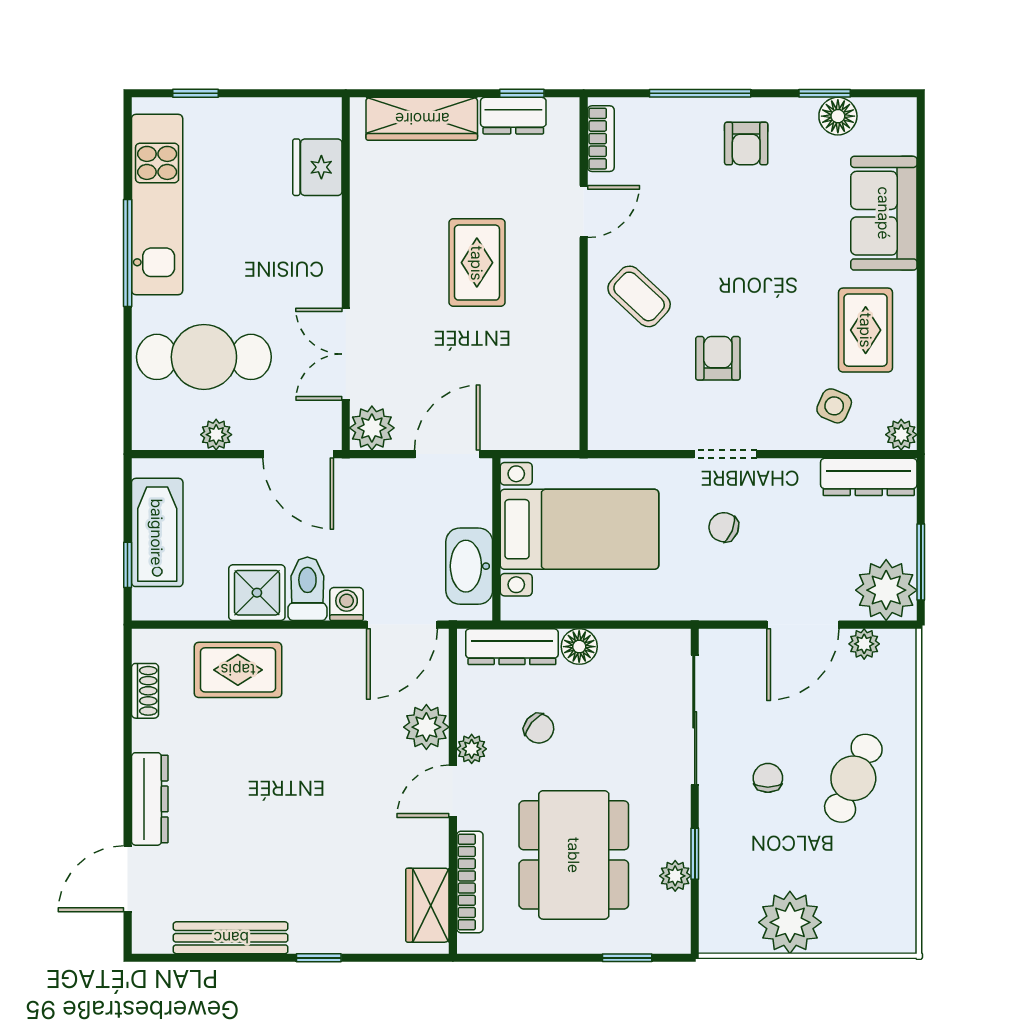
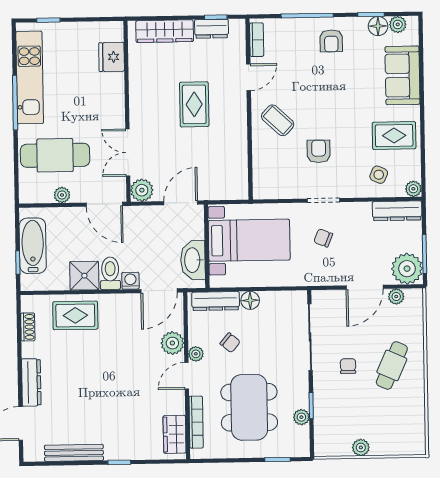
plant: (876, 114) -> (398, 24), added
rug: (866, 330) -> (394, 136), turned 90
plant: (790, 922) -> (361, 447), width x0.53, depth x0.53

